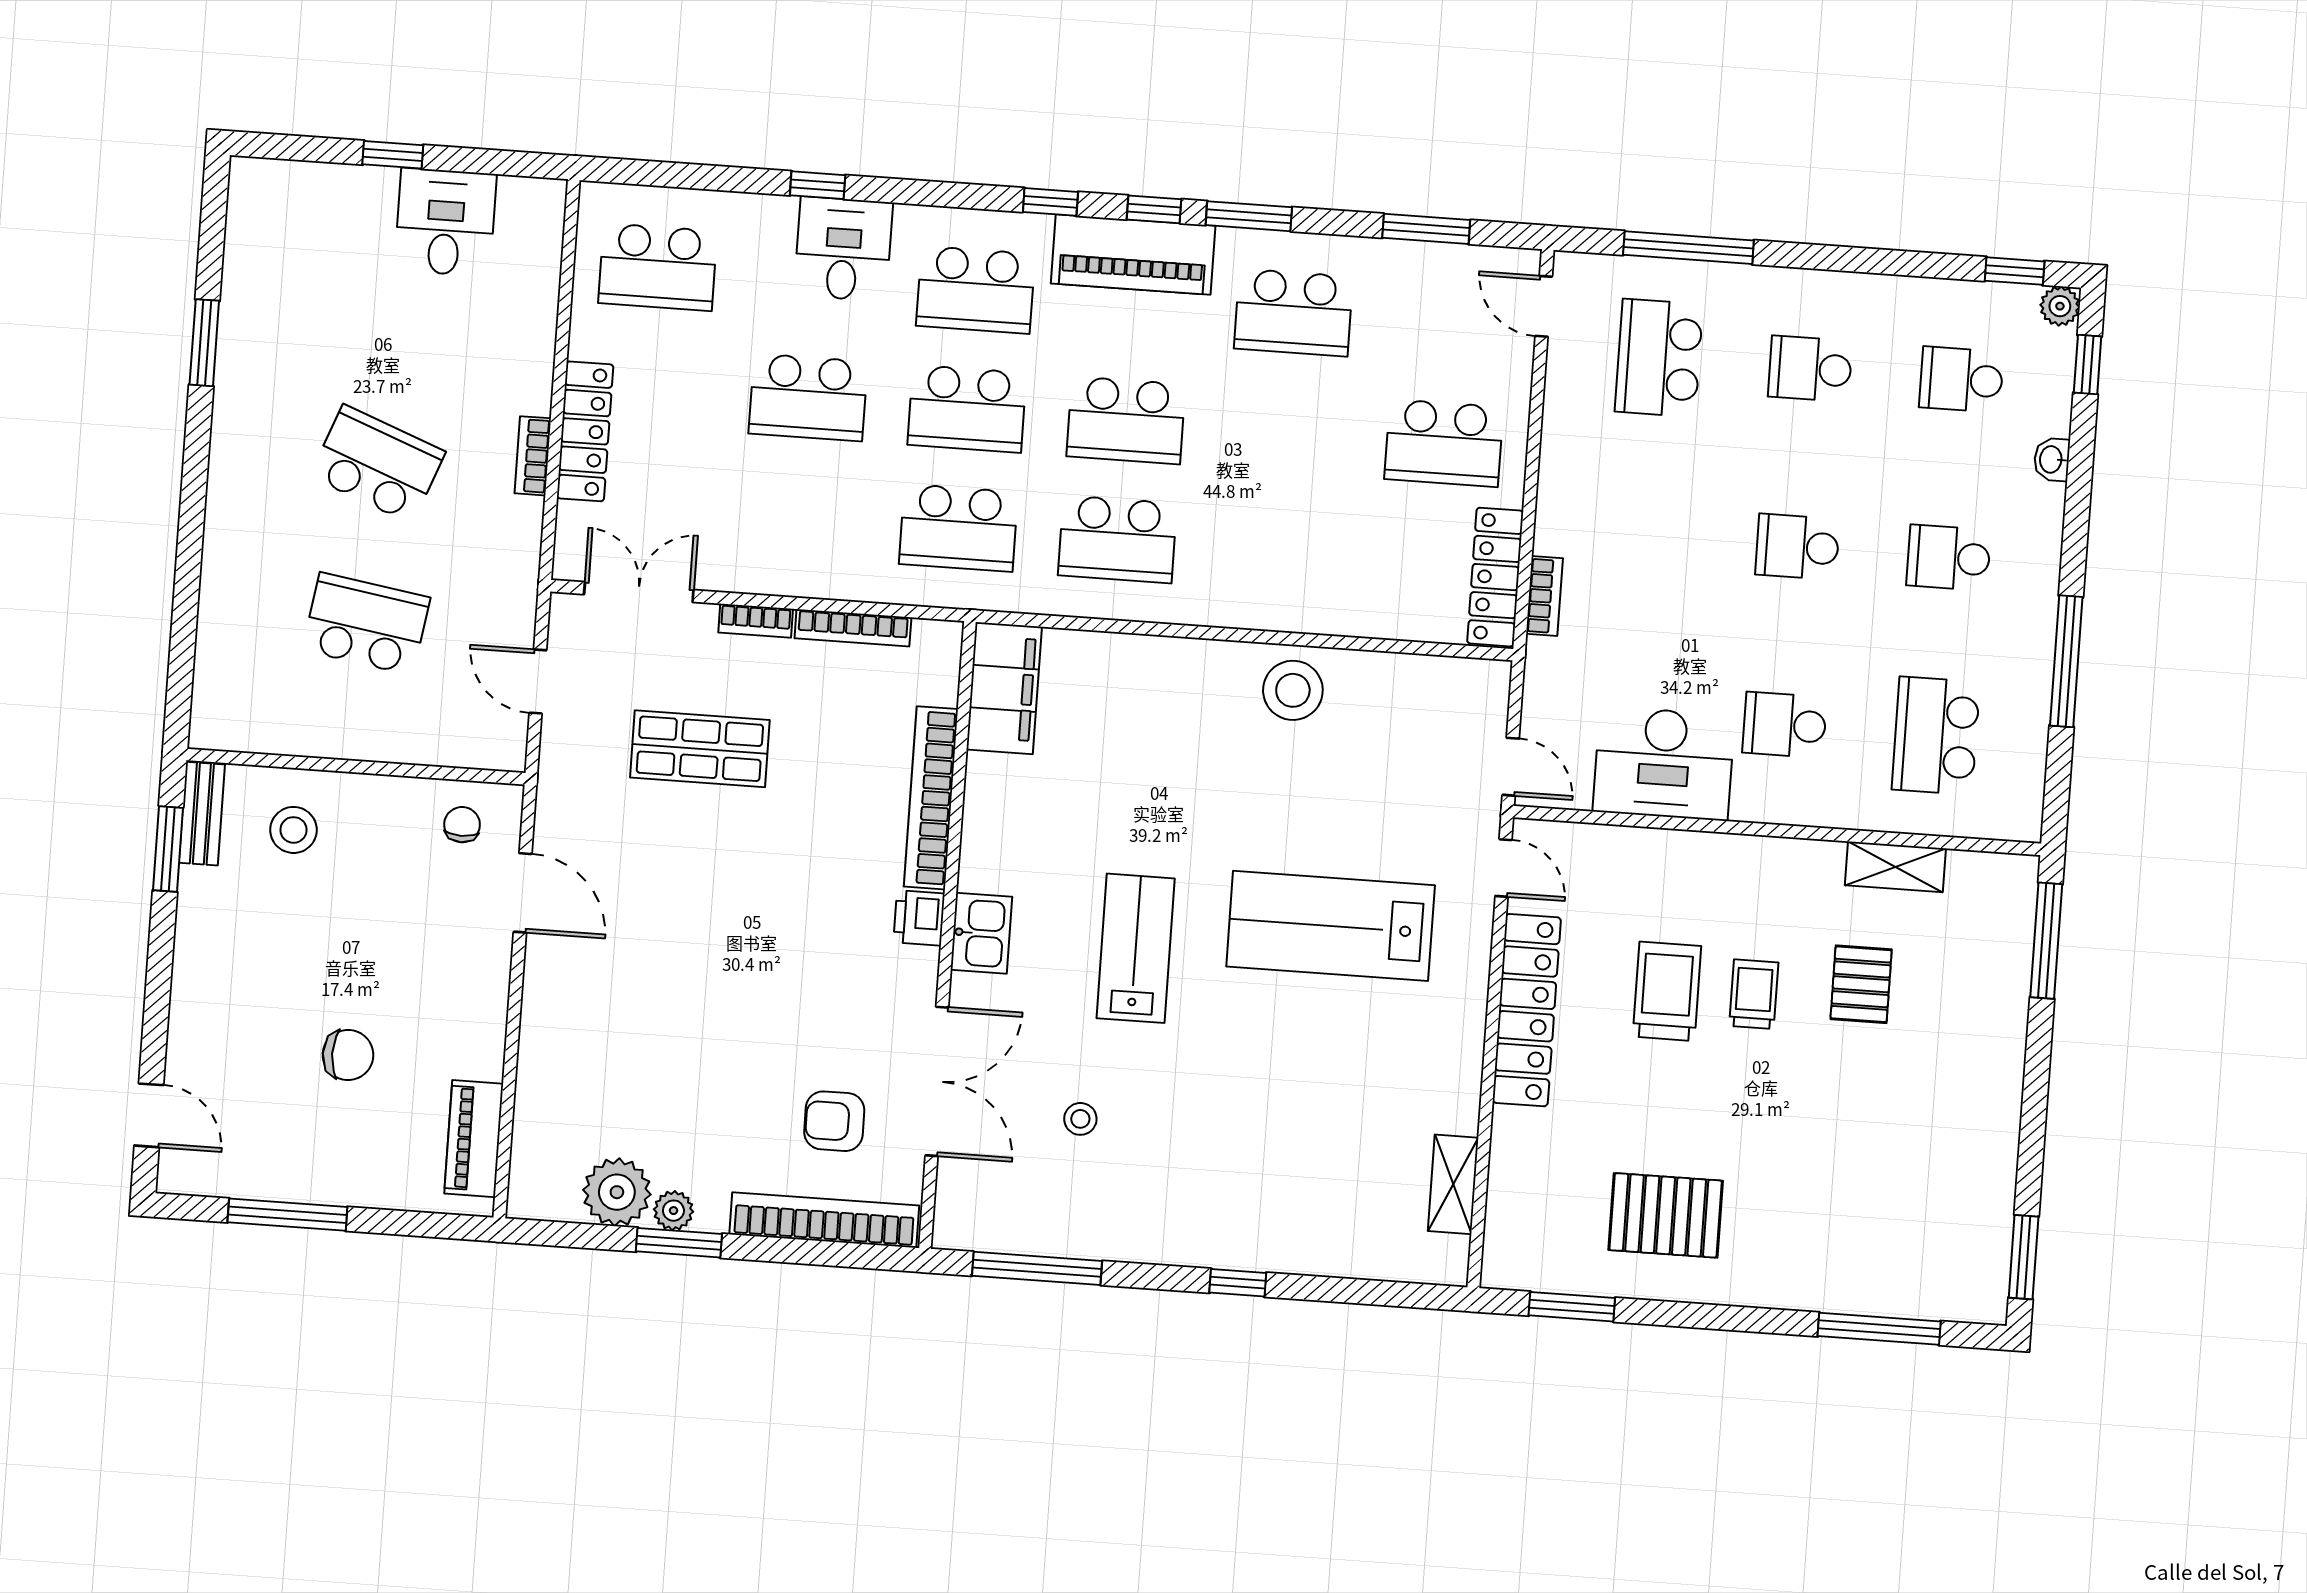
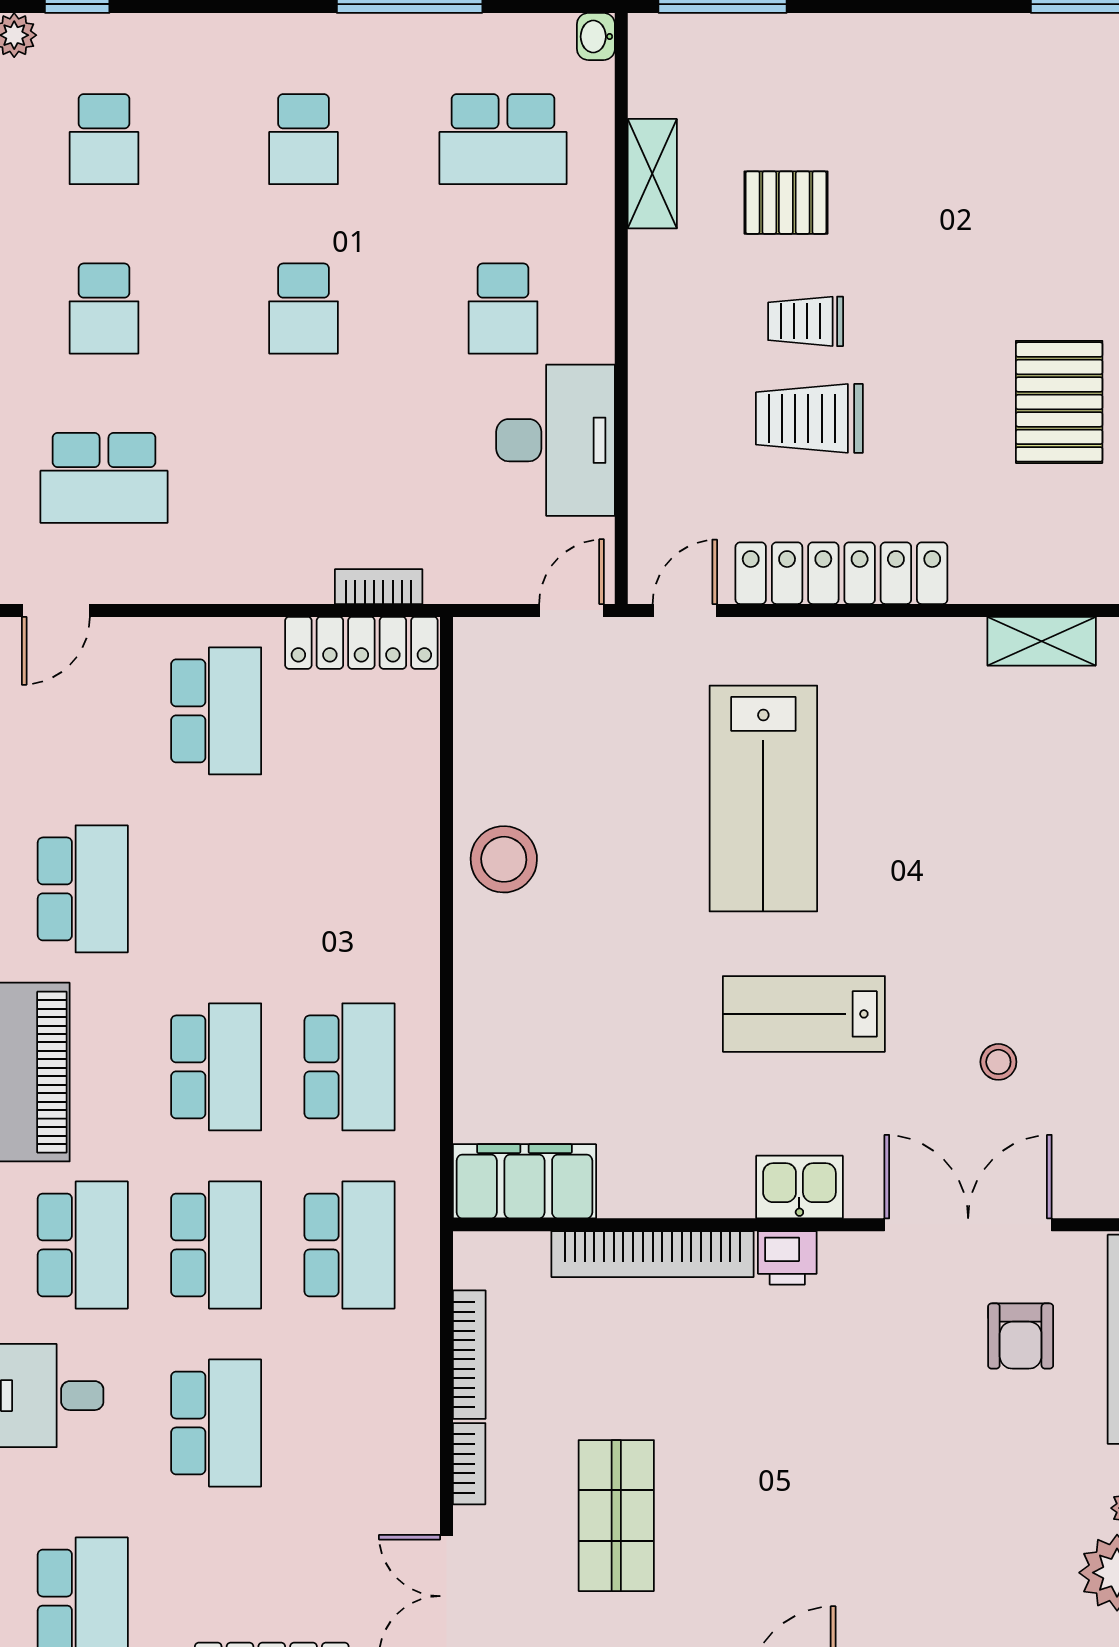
washbasin: (2052, 459) -> (596, 37), moved, turned 90

